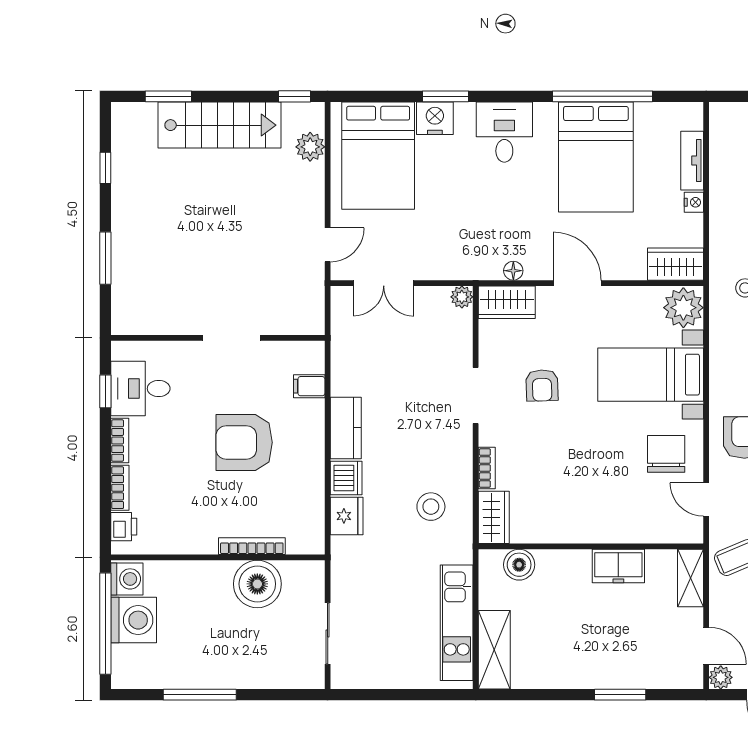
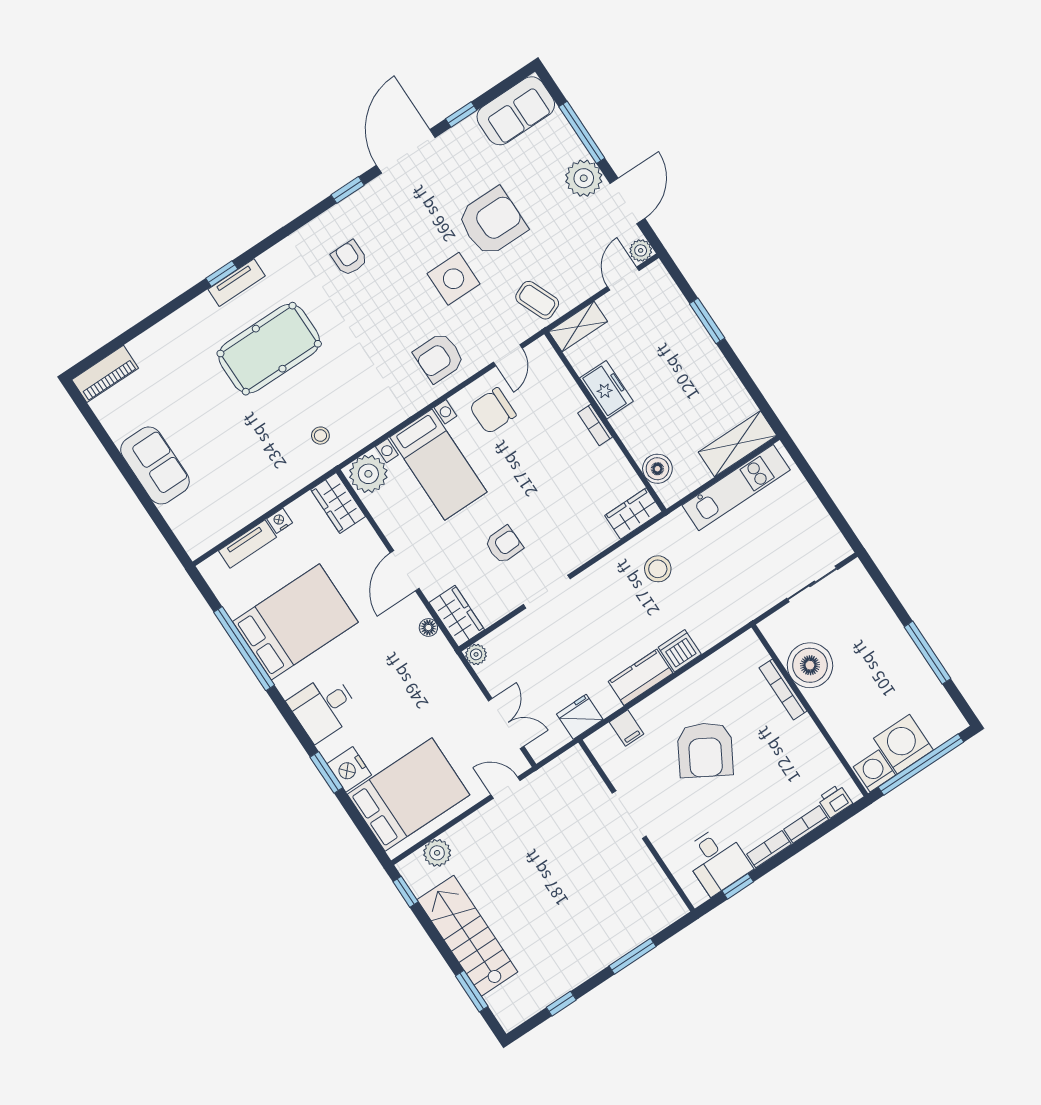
armchair: (244, 442) -> (705, 750), turned 30
bookcase: (487, 468) -> (595, 425), moved, turned -90
fridge: (347, 516) -> (580, 717), moved

